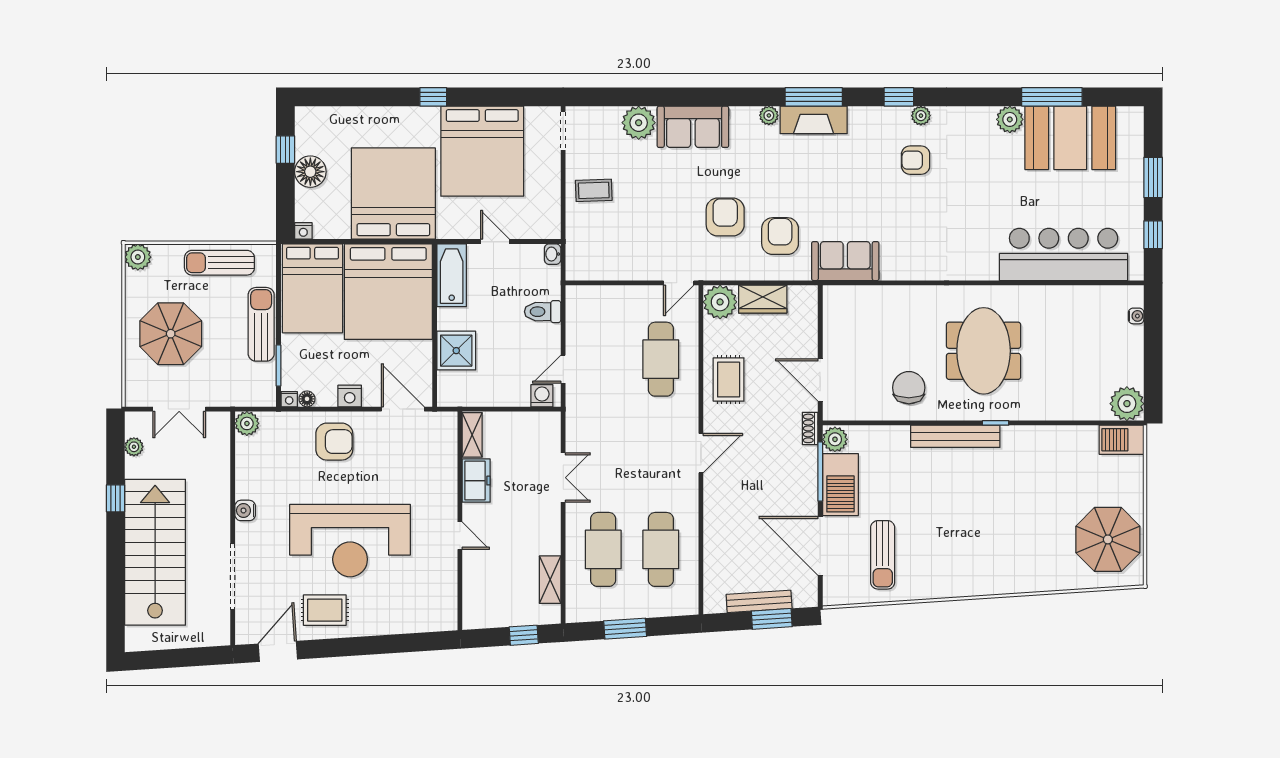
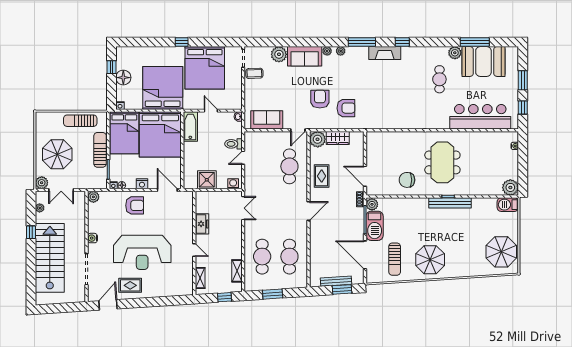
plant: (921, 116) -> (327, 51), moved
fireplace: (814, 120) -> (385, 53), moved
armchair: (916, 160) -> (410, 72), removed
cafe table: (977, 175) -> (439, 79), added
coffee table: (594, 190) -> (254, 73), moved
armchair: (780, 236) -> (346, 108), turned 90
plant: (138, 257) -> (42, 183), moved
sofa: (845, 261) -> (267, 120), moved
shower: (456, 351) -> (207, 180), moved
door: (563, 369) -> (243, 158), moved
chair: (909, 388) -> (407, 180), turned -90
shelving: (472, 435) -> (200, 278), moved
bench: (955, 436) -> (450, 203), moved
double door: (563, 478) -> (243, 208), moved
parasol: (958, 556) -> (430, 260), added

